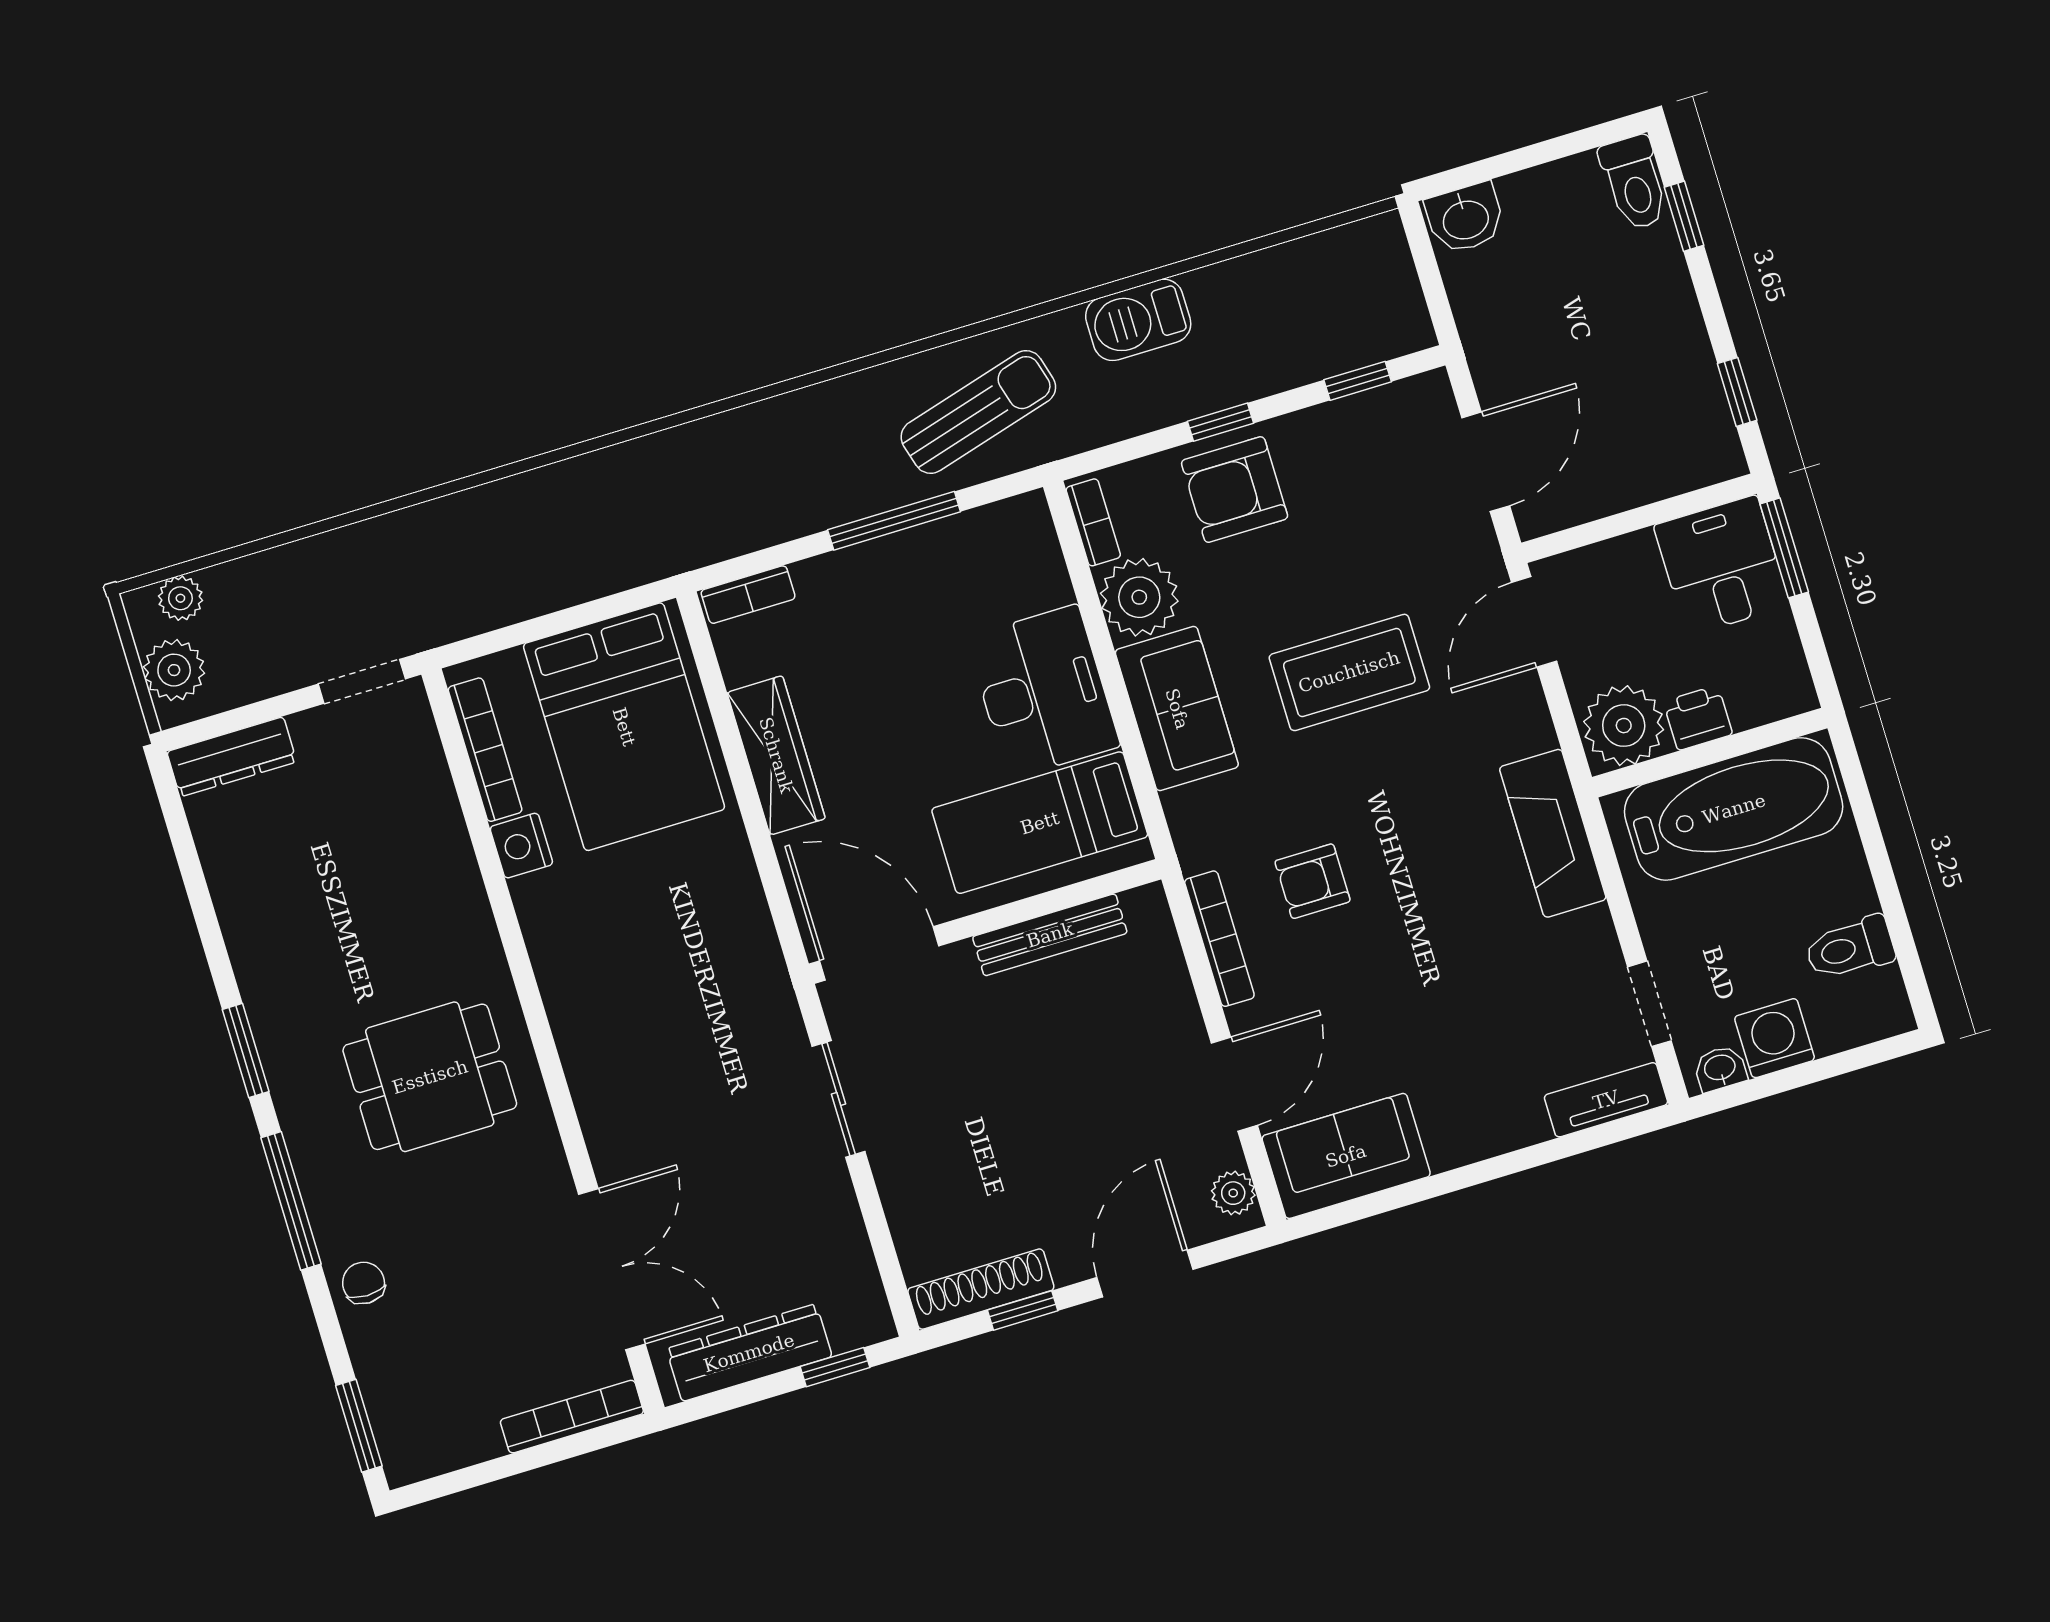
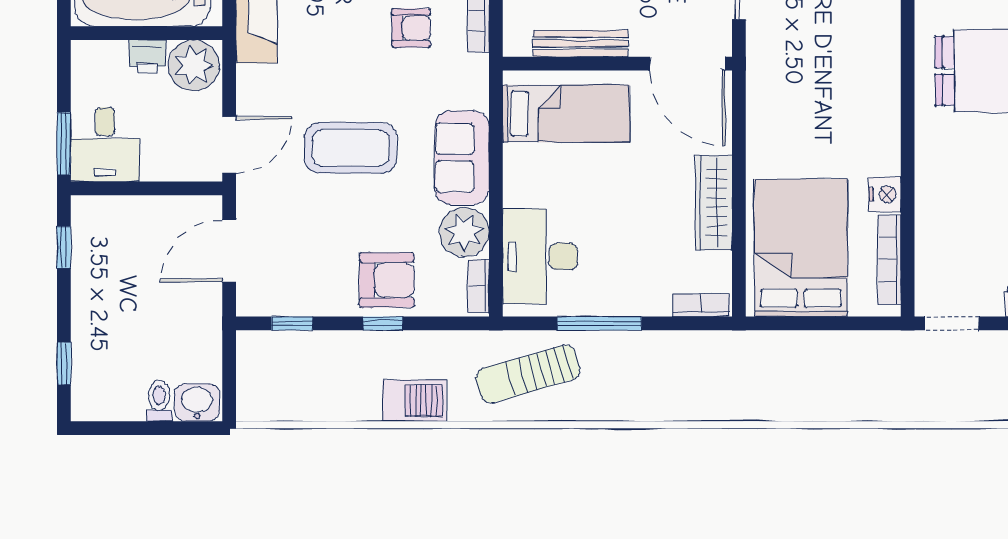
toilet: (1634, 183) -> (159, 401), moved, width x0.73, depth x0.72
desk: (1043, 692) -> (540, 256), moved

